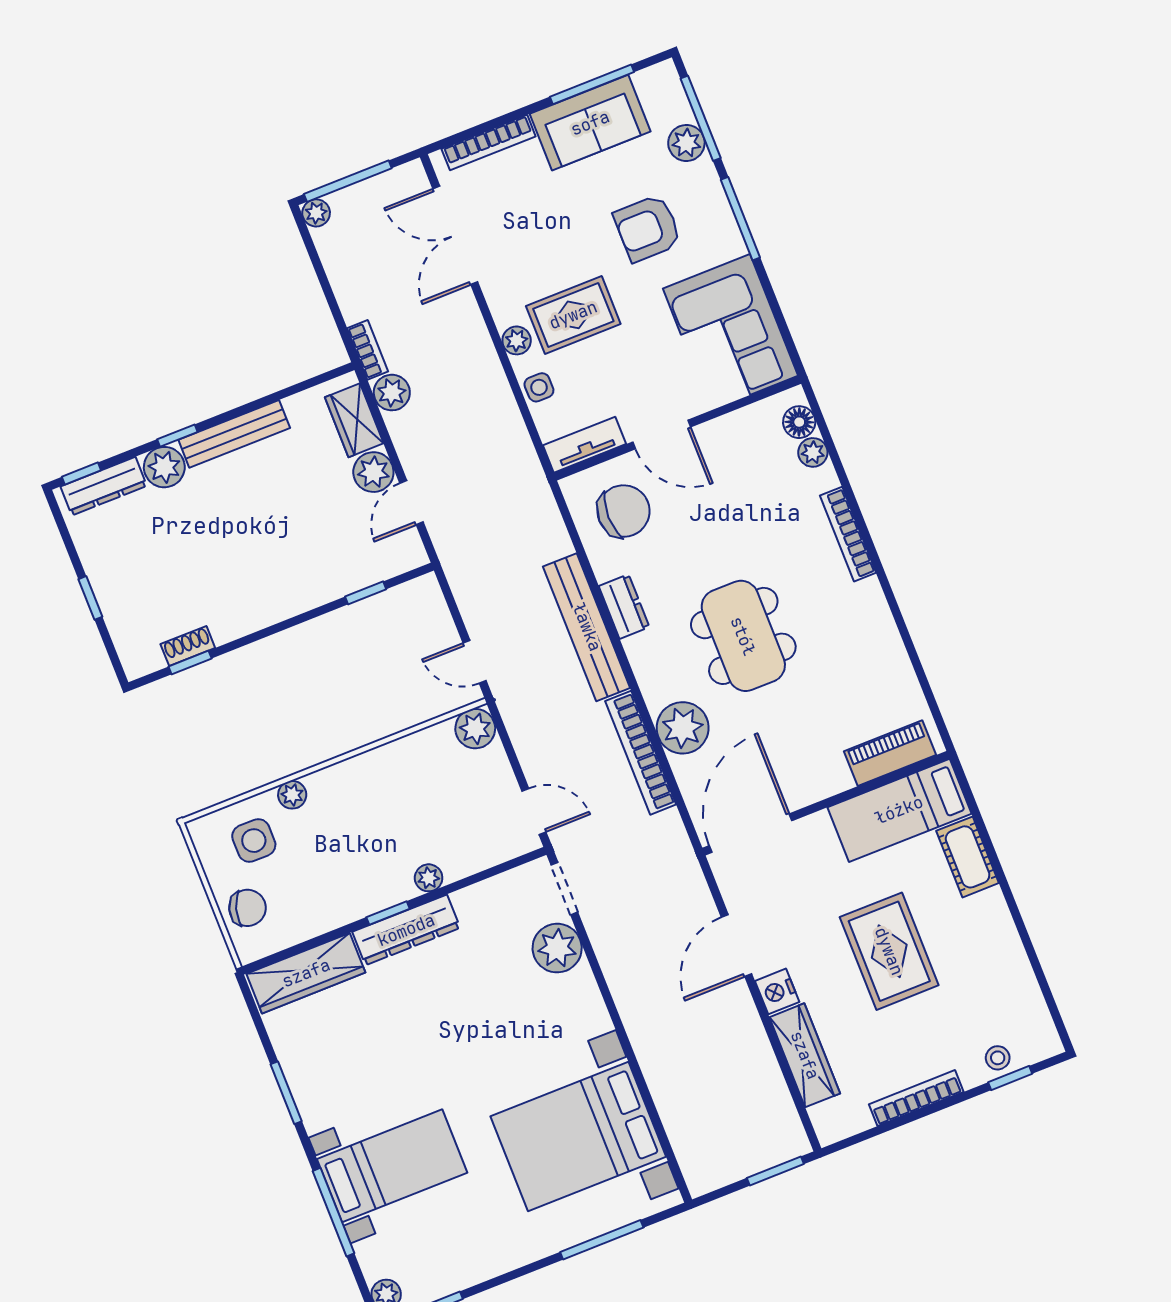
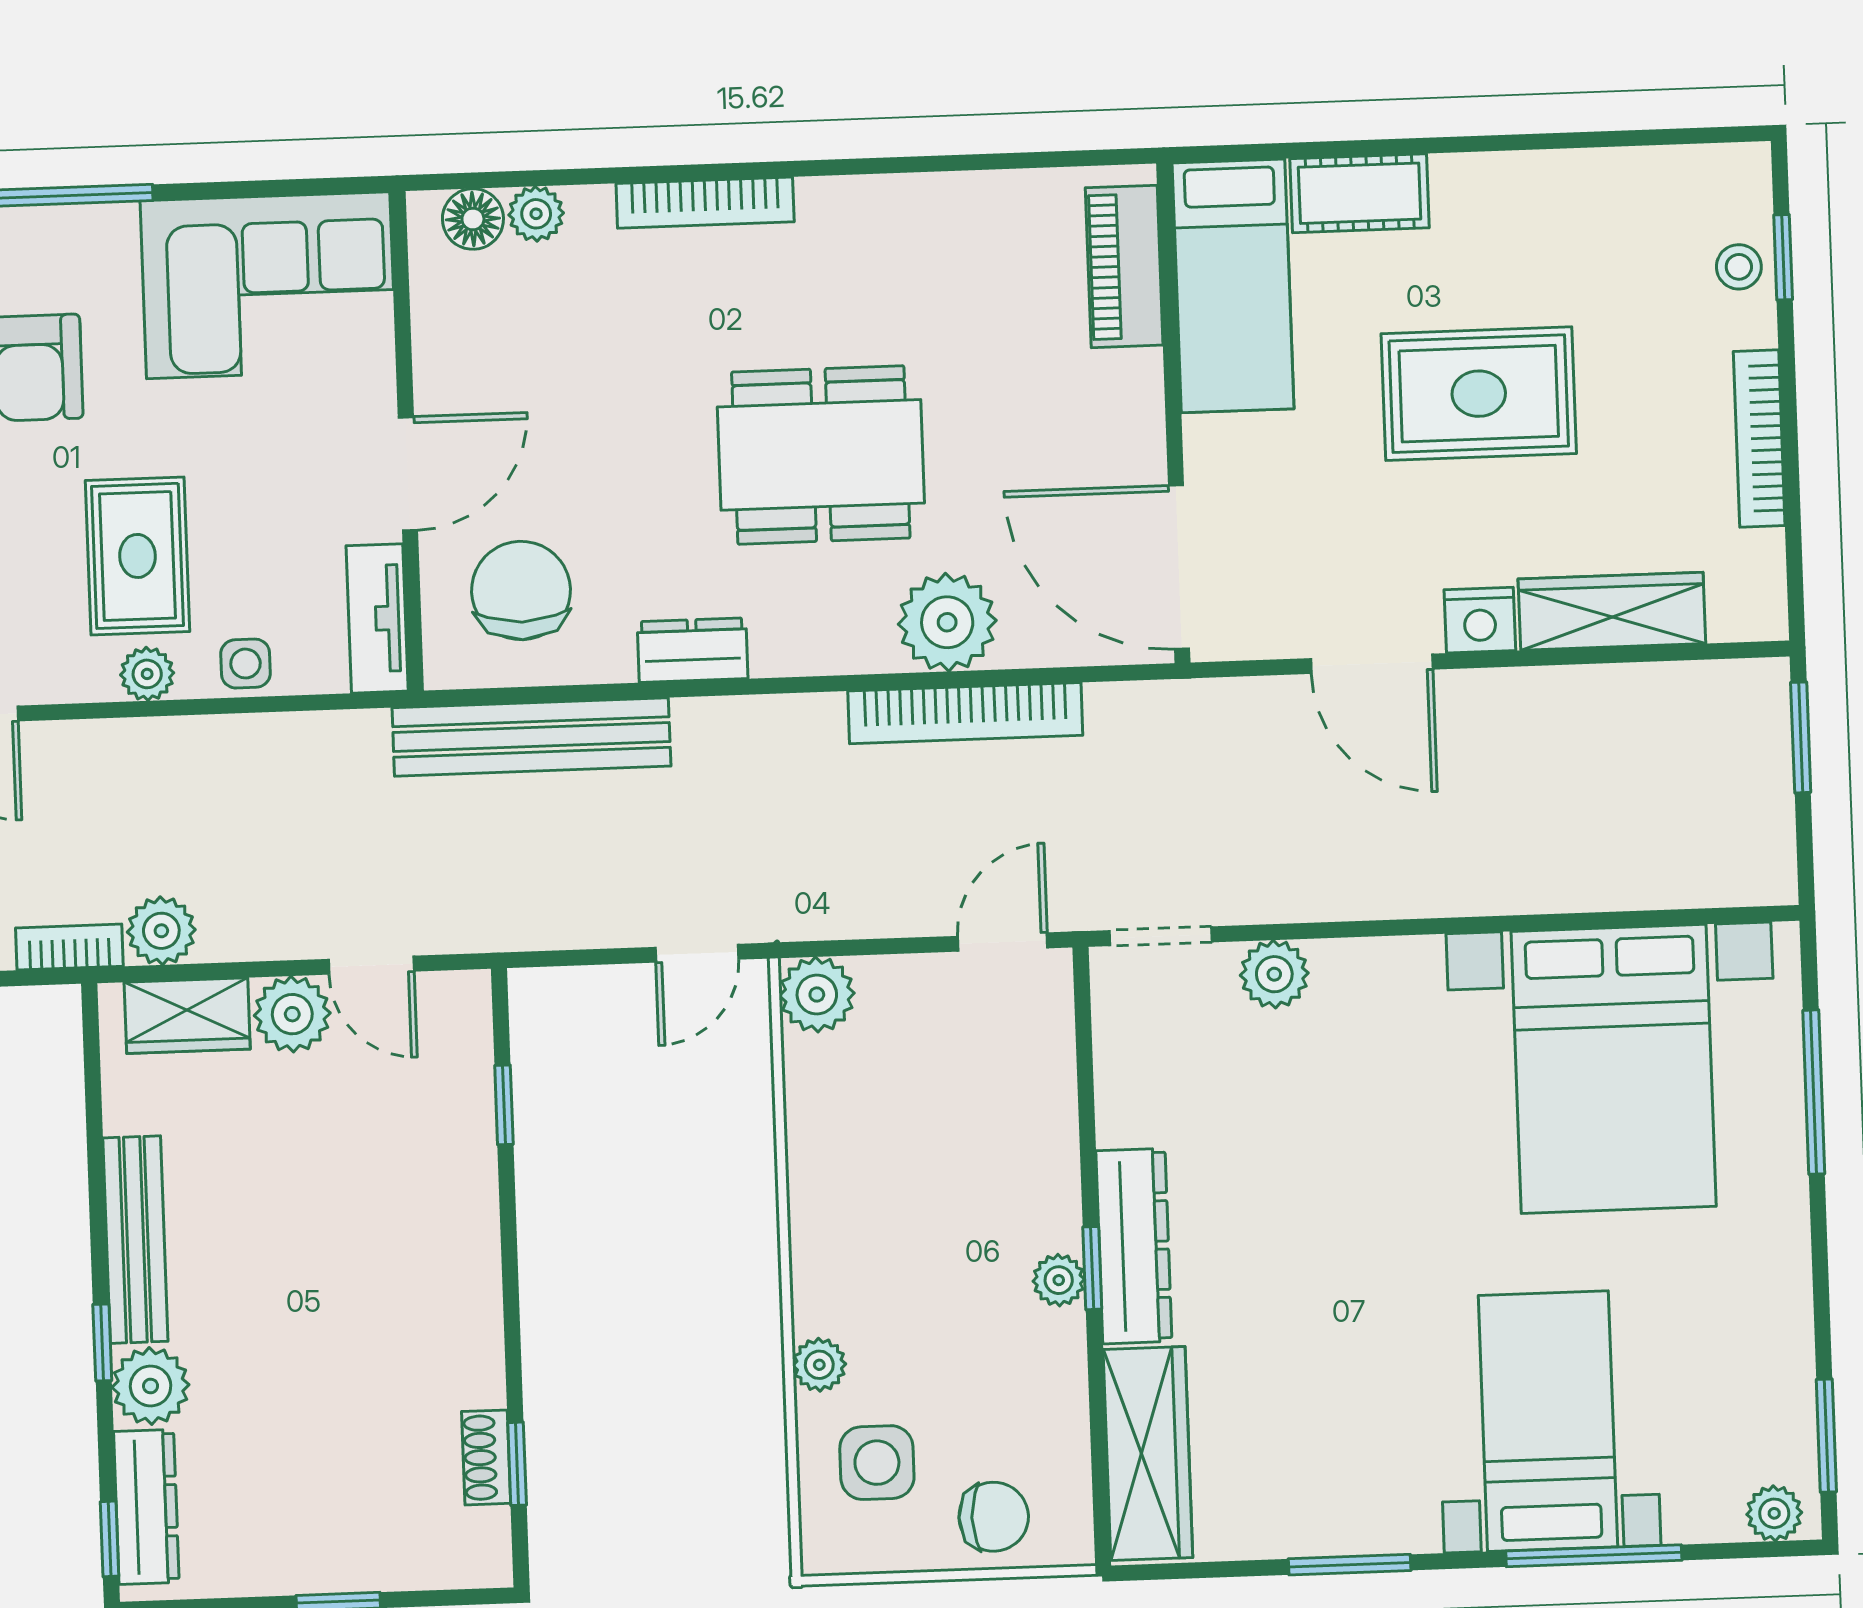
bench: (587, 627) -> (531, 737), moved
plant: (429, 878) -> (1059, 1280), moved
chair: (247, 908) -> (994, 1517), turned 73
plant: (557, 948) -> (1274, 974), width x0.73, depth x0.73

